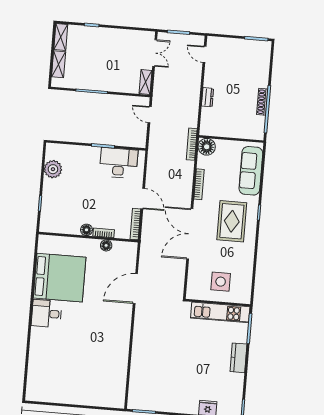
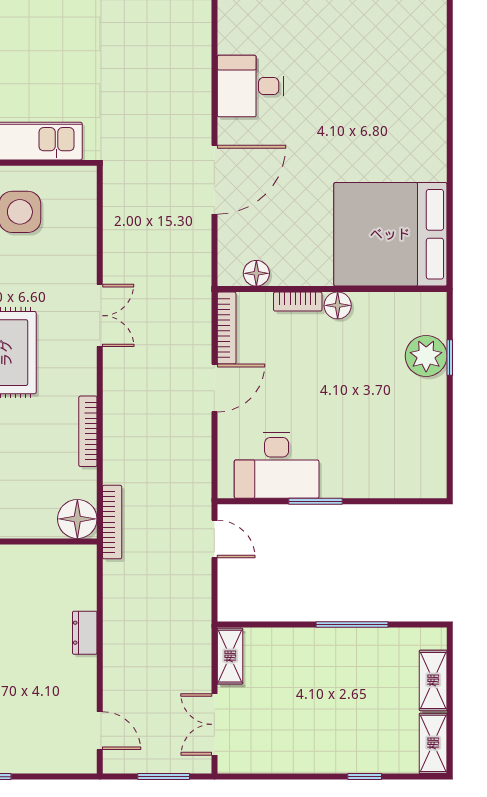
door: (150, 115) -> (214, 539), moved
plant: (53, 169) -> (426, 356), moved
door: (143, 198) -> (214, 388), swing flipped
double door: (190, 234) -> (100, 316), width x0.54
floor lamp: (106, 245) -> (256, 273), moved
bed: (60, 278) -> (390, 234), moved
desk: (47, 314) -> (251, 86), moved, turned 180

